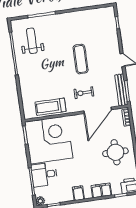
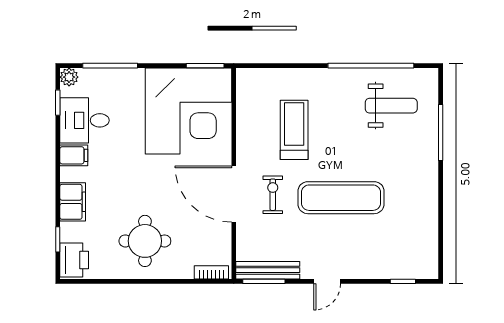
exercise mat: (81, 59) -> (341, 198), width x1.36, depth x1.45
treadmill: (50, 107) -> (294, 130), moved
door: (98, 110) -> (234, 194), moved
desk: (44, 174) -> (85, 120), moved, turned -90

